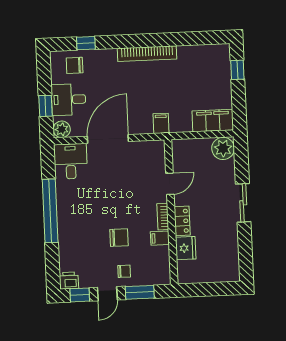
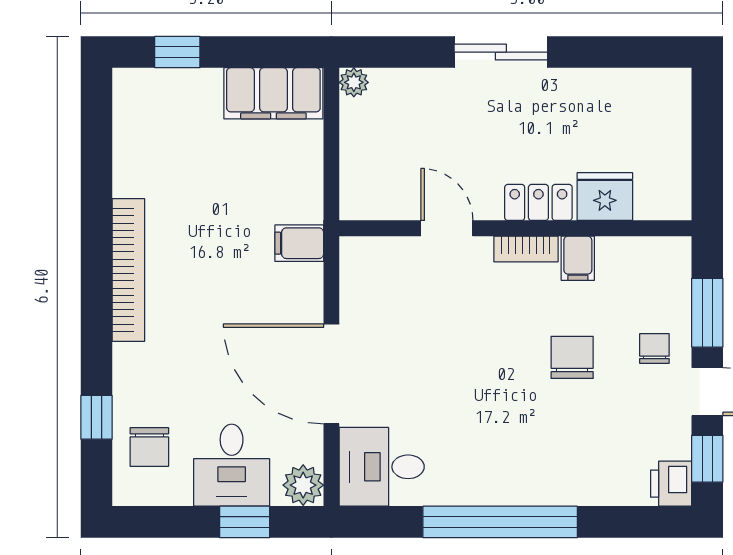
filing cabinet: (213, 121) -> (273, 93), moved, turned -90
plant: (223, 148) -> (354, 82), width x0.53, depth x0.53

